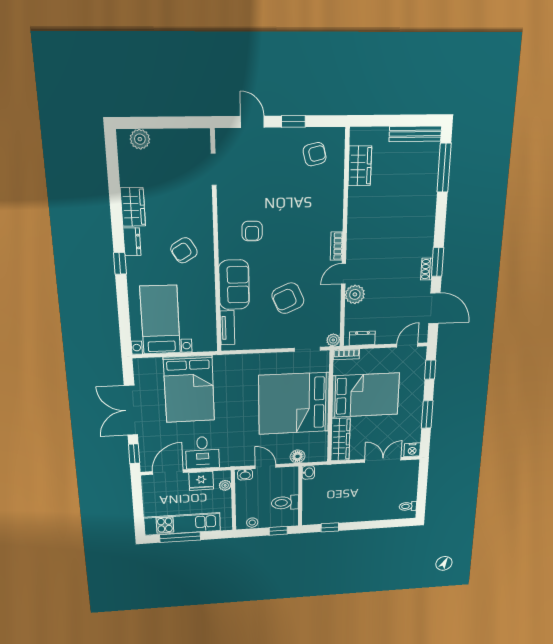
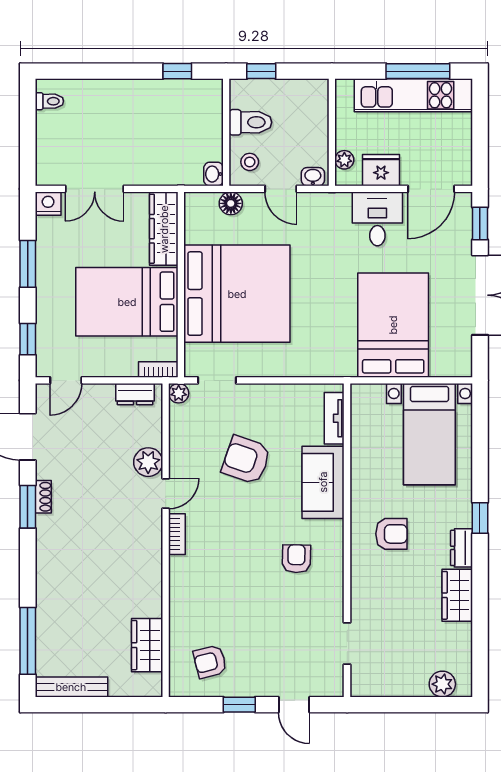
armchair: (184, 250) -> (391, 534), turned 31
armchair: (288, 298) -> (246, 460), turned -137
stool: (252, 523) -> (250, 162), moved

